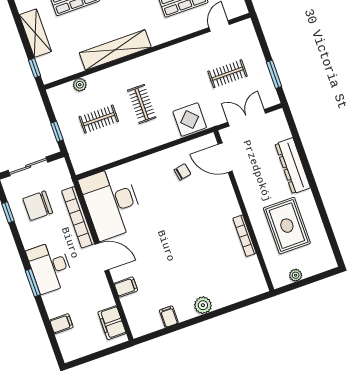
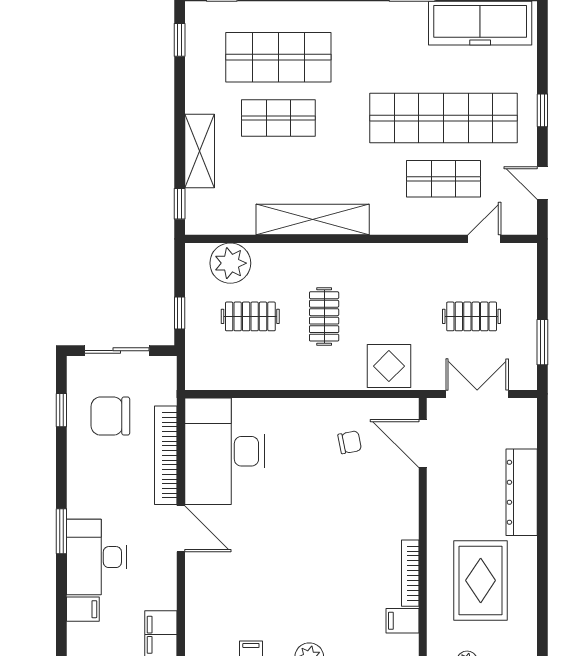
plant: (80, 85) -> (230, 263), width x1.87, depth x1.87
desk: (50, 267) -> (96, 557), moved
filing cabinet: (126, 287) -> (402, 621), moved, turned 180

